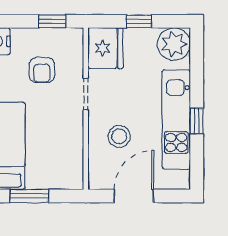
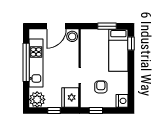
window: (197, 121) -> (26, 62), width x3.17
stool: (119, 136) -> (72, 36), moved

